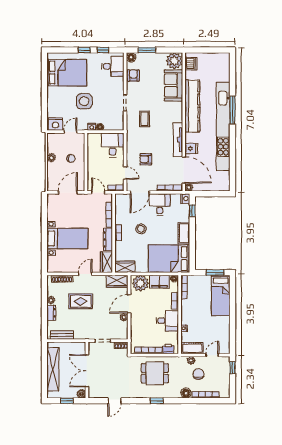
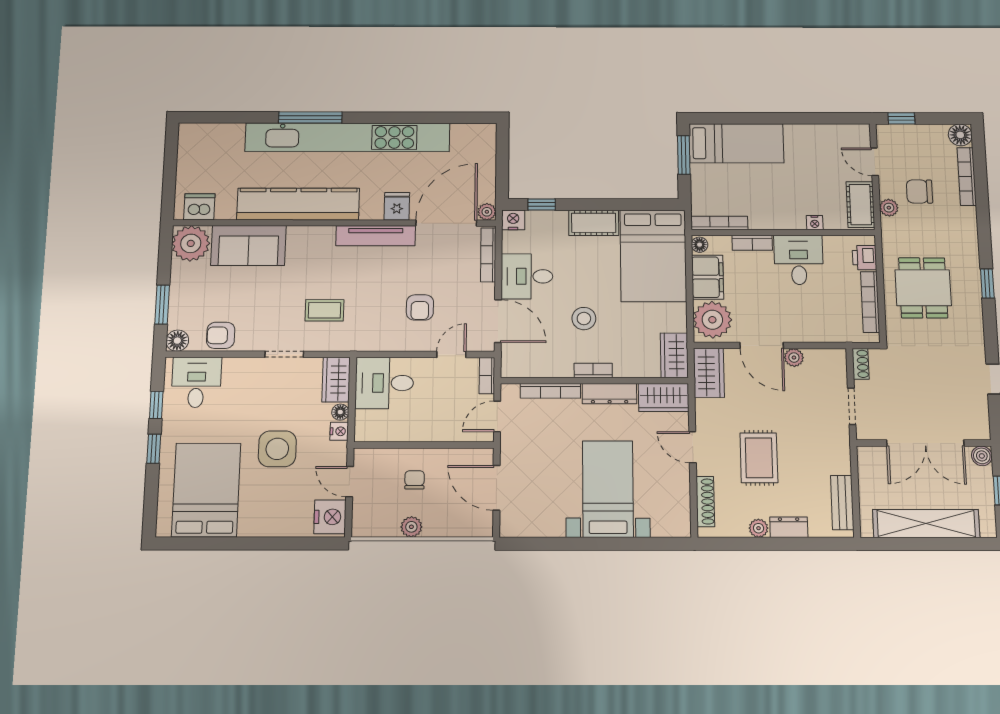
wardrobe: (114, 125) -> (336, 380), added
floor lamp: (186, 393) -> (960, 135), moved

